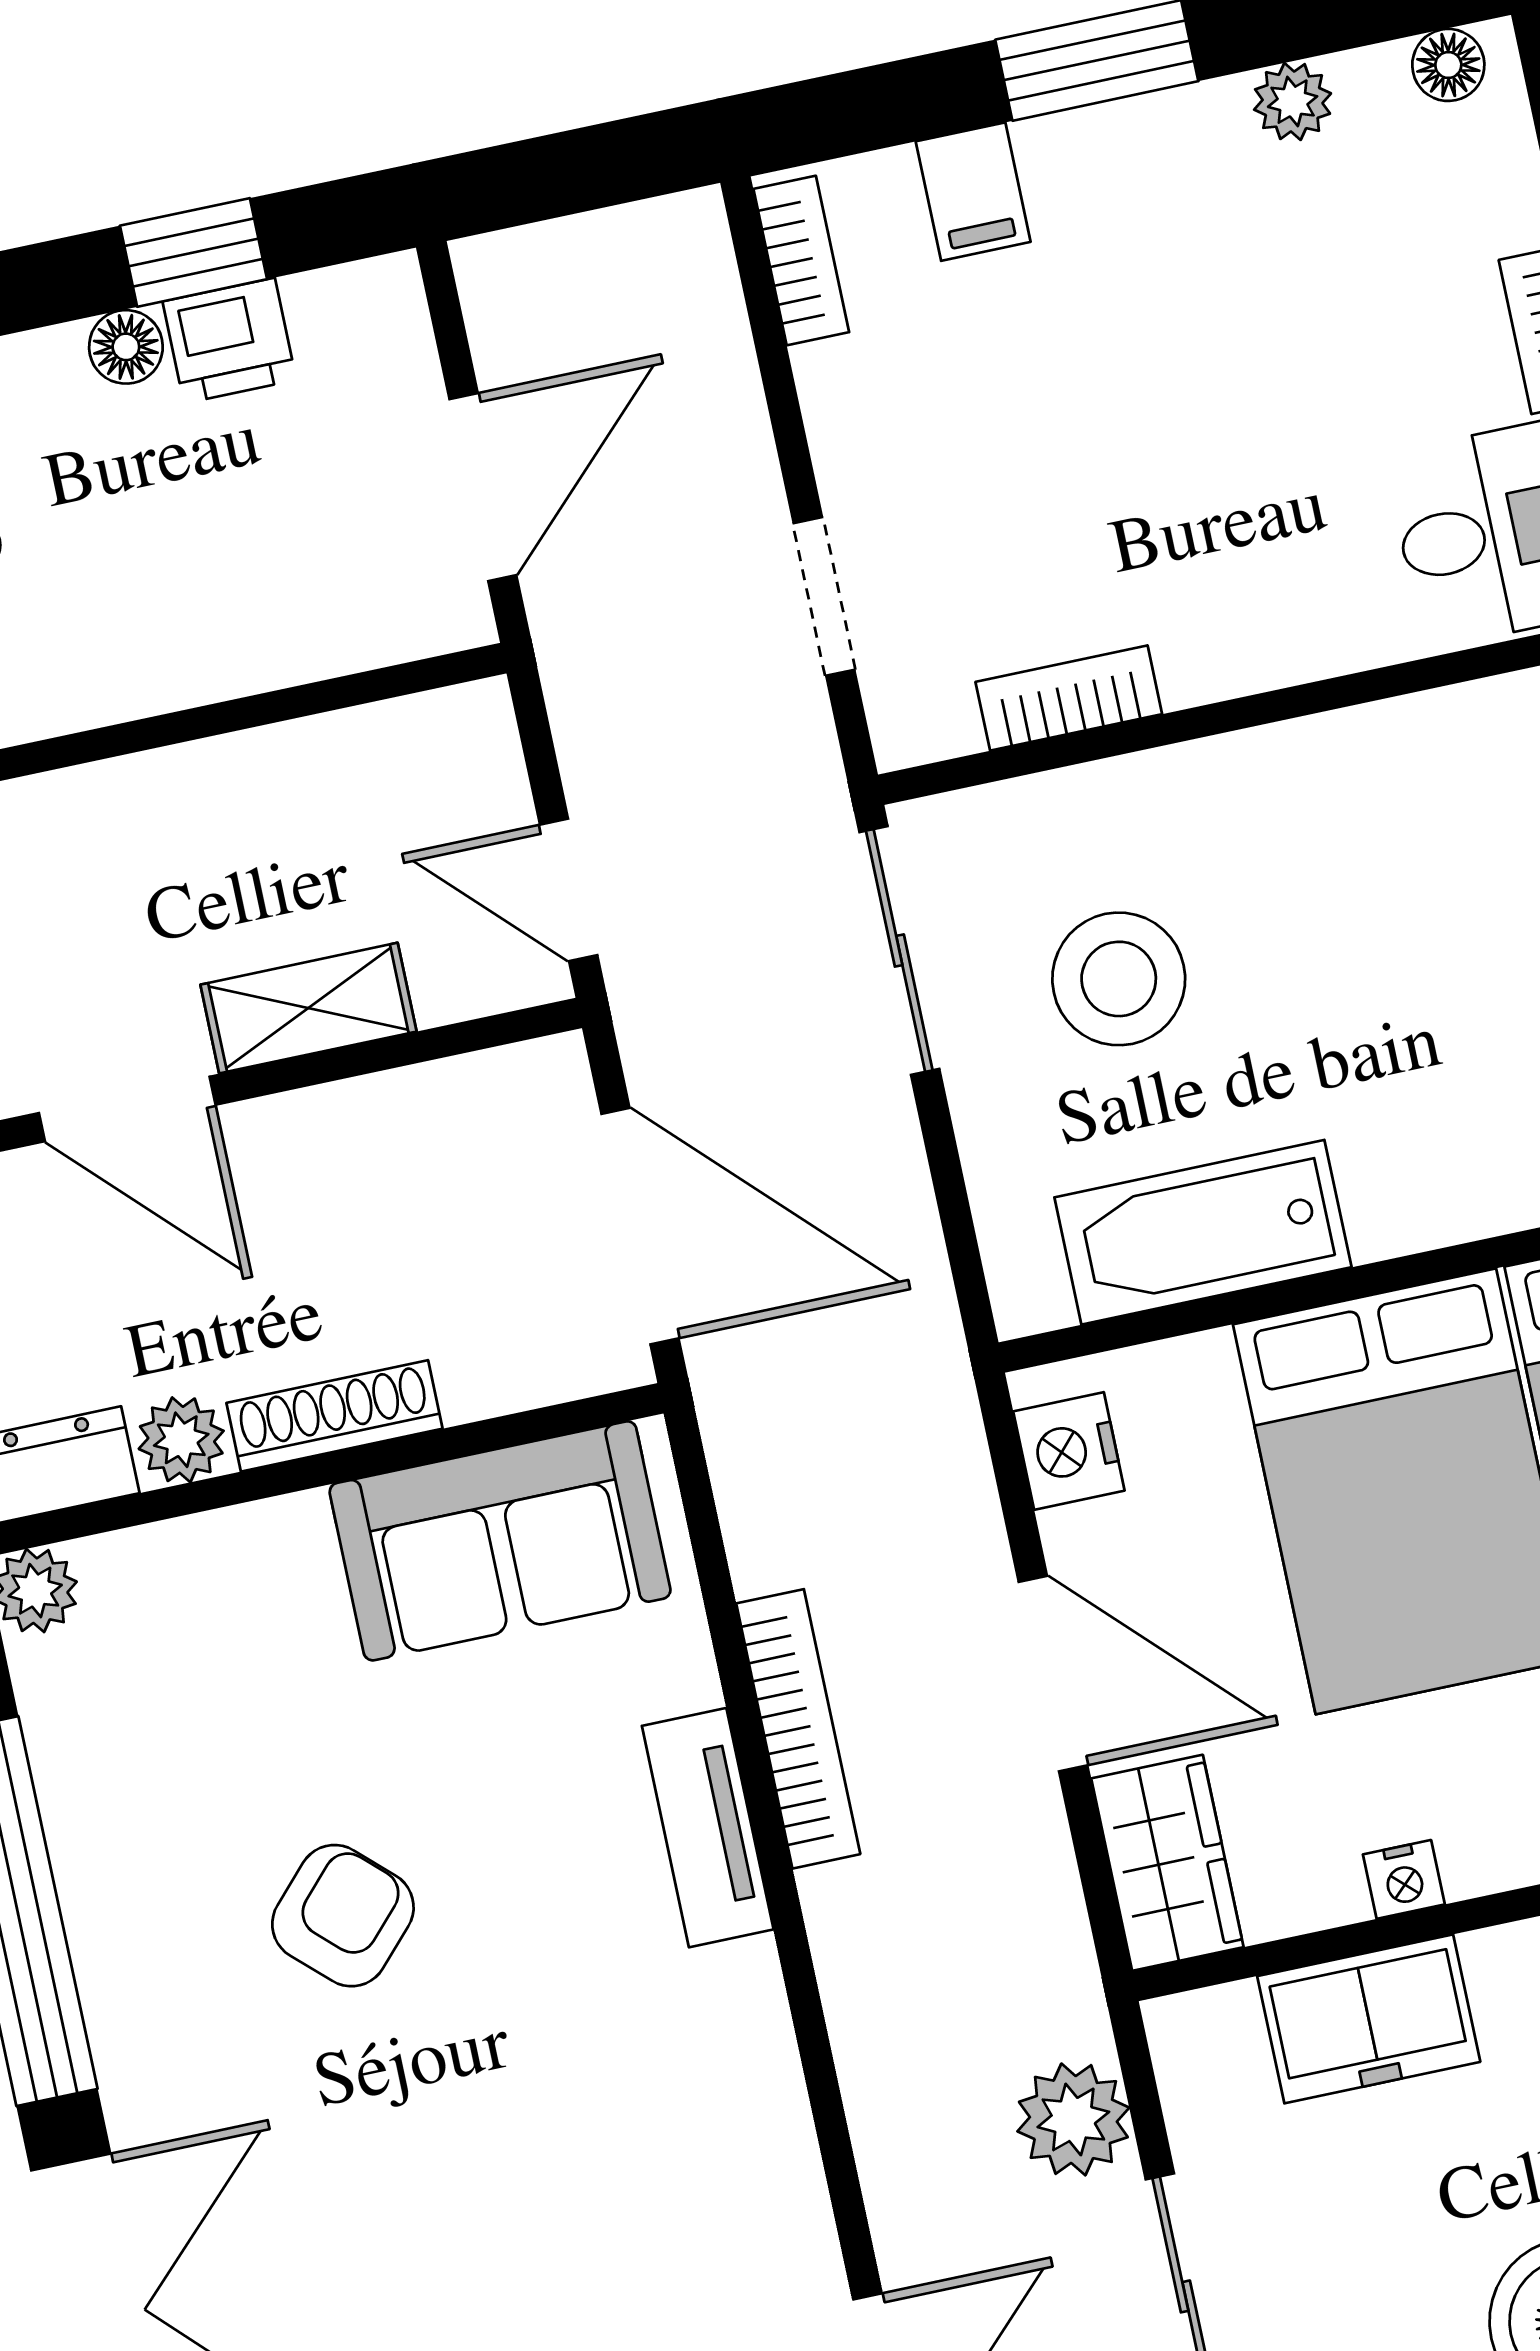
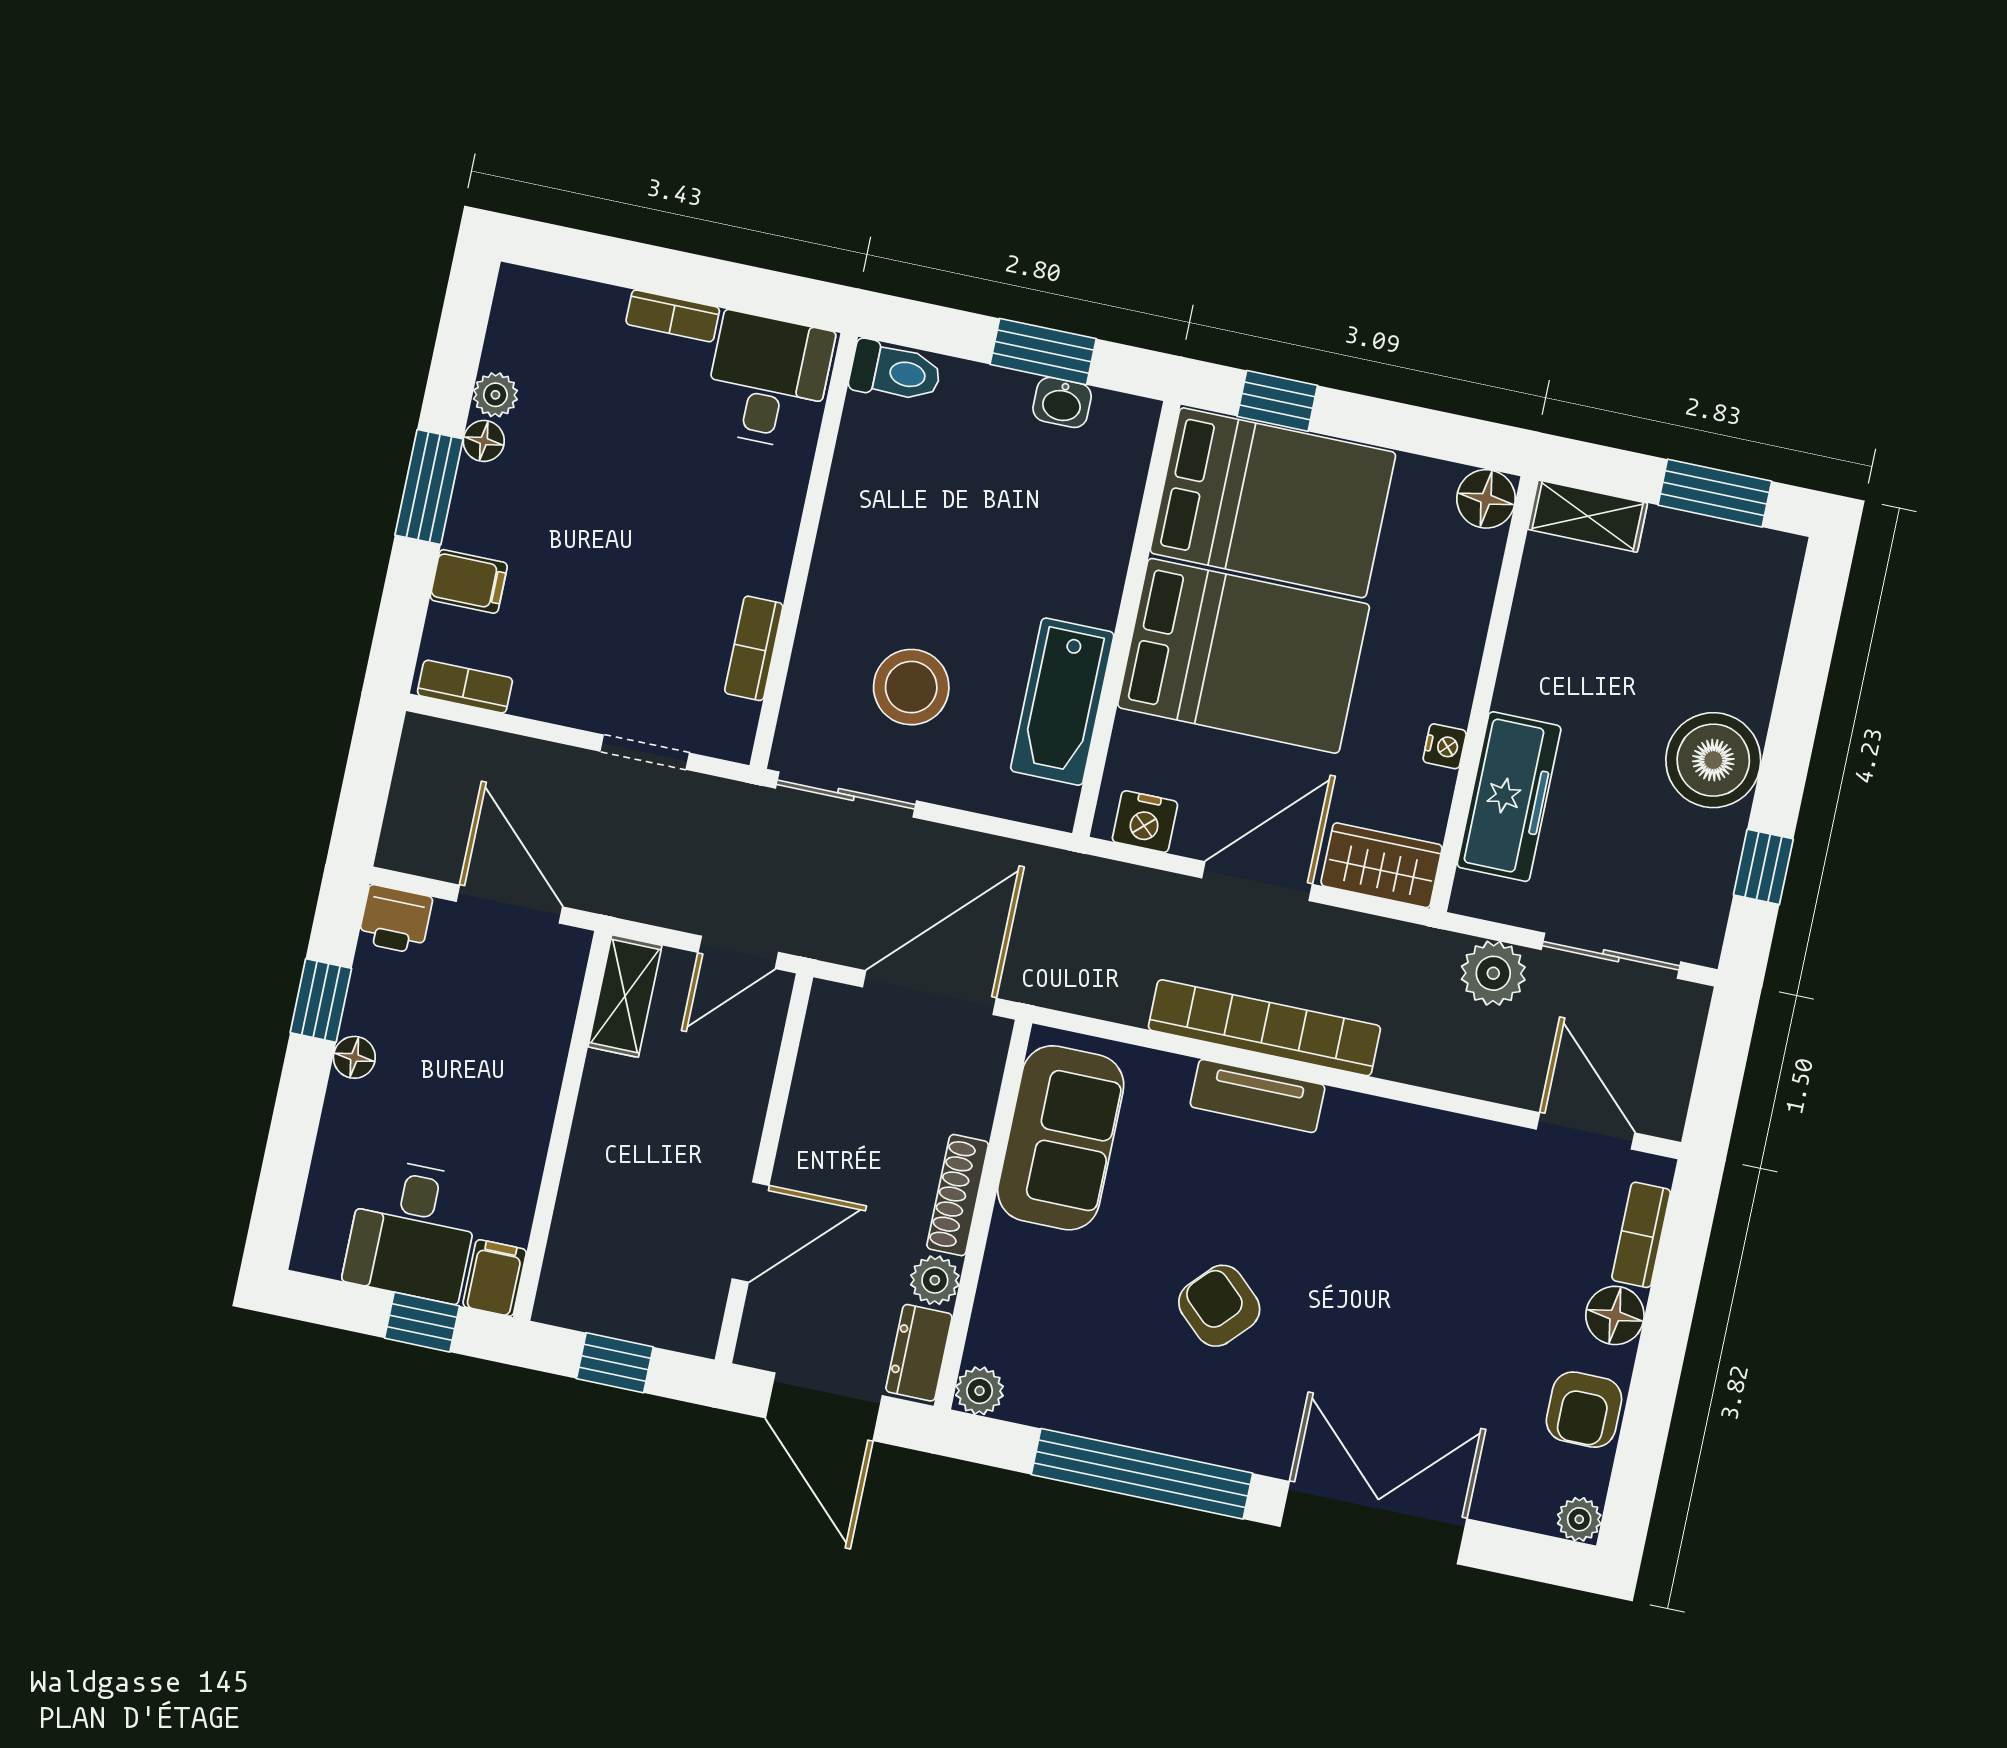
floor lamp: (1448, 65) -> (484, 441), moved
printer: (229, 341) -> (395, 919), moved, turned 90
shelving: (308, 1008) -> (625, 996), moved
bookcase: (798, 1729) -> (1264, 1028), width x1.48, depth x1.31
freezer: (1369, 2019) -> (1509, 797), width x1.40

